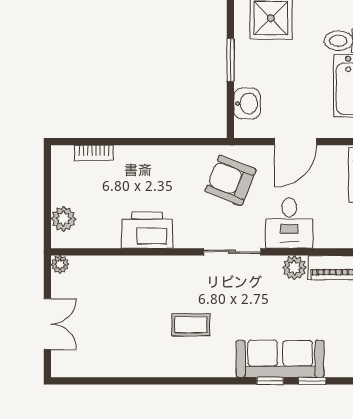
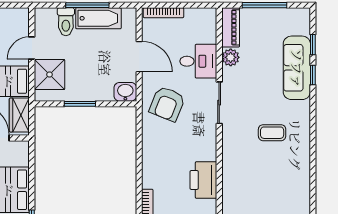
washbasin: (247, 104) -> (125, 92), moved
printer: (147, 230) -> (203, 180), moved
coffee table: (191, 325) -> (272, 133), turned 90

